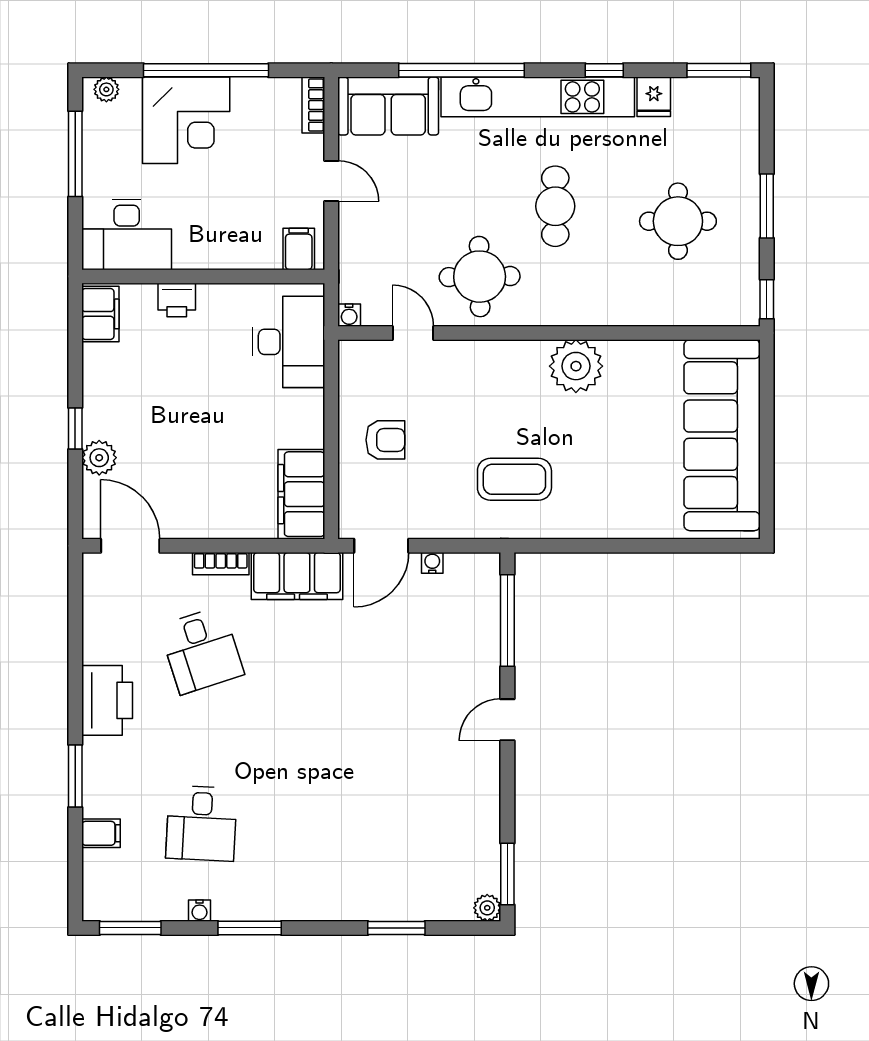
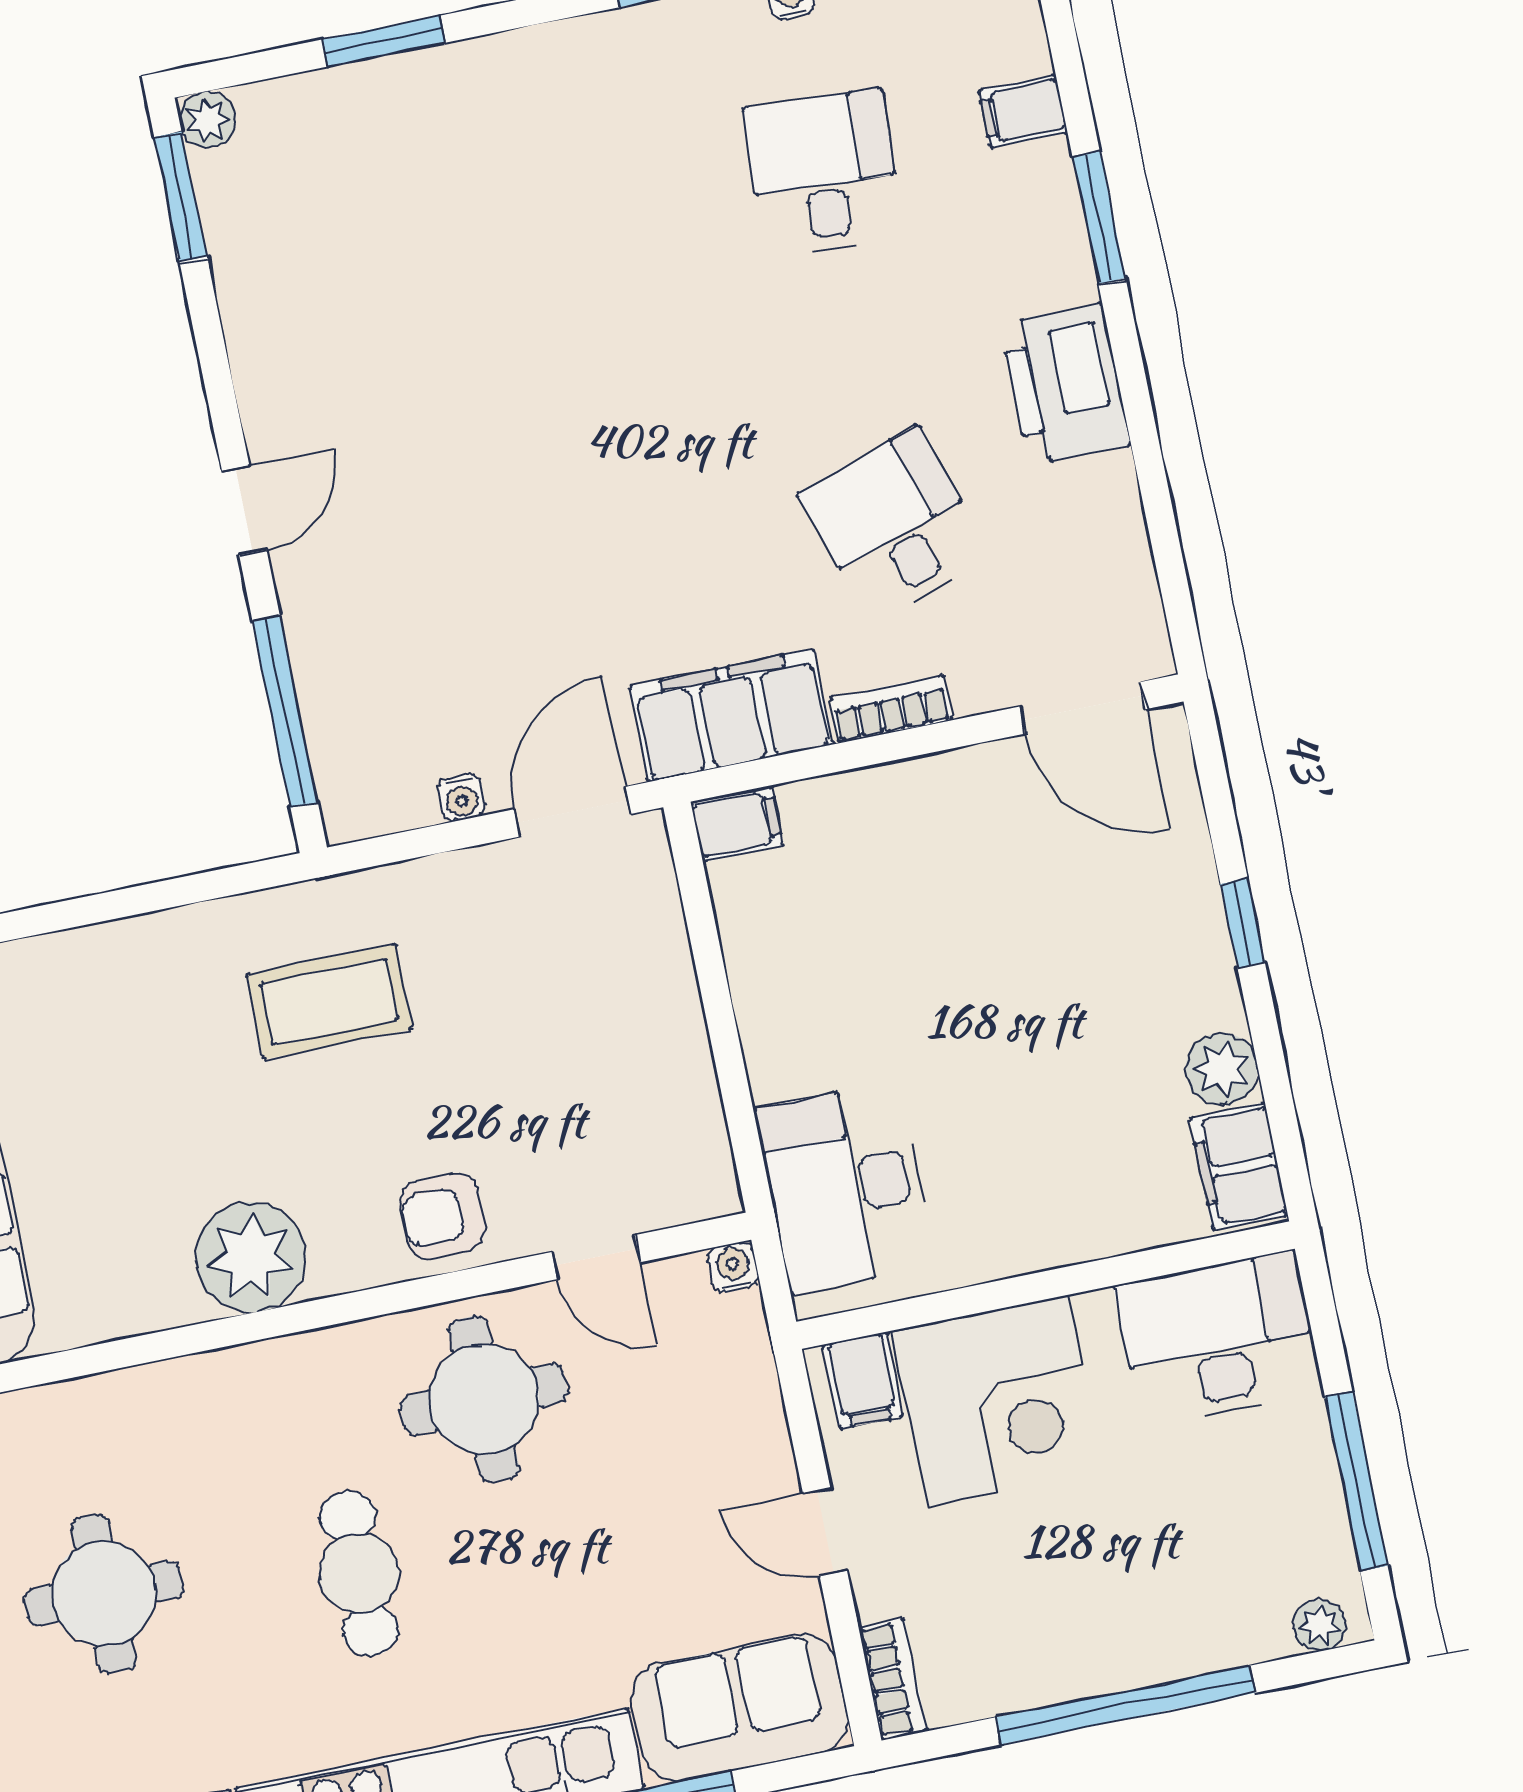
corner desk: (186, 120) -> (998, 1401), moved, turned 180
printer: (177, 300) -> (1089, 1226), removed
armchair: (385, 440) -> (442, 1216), moved
plant: (99, 458) -> (1222, 1069), moved
filing cabinet: (301, 494) -> (737, 824), width x0.33, depth x0.86

